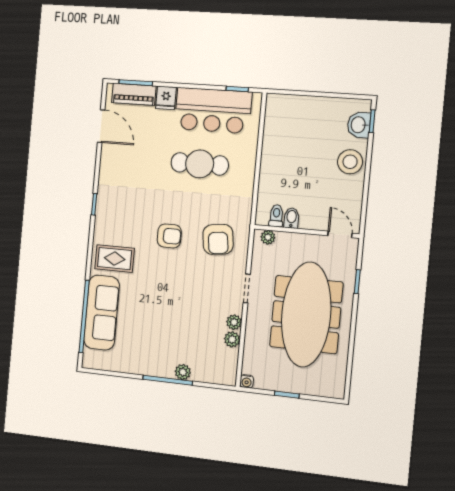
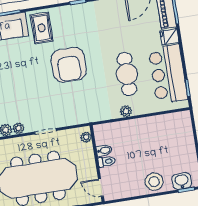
plant: (247, 177) -> (126, 111), added
toilet: (276, 216) -> (107, 161), moved
door: (340, 234) -> (101, 188), swing flipped
armchair: (169, 236) -> (69, 65), width x1.88, depth x1.88
armchair: (218, 239) -> (75, 101), removed

